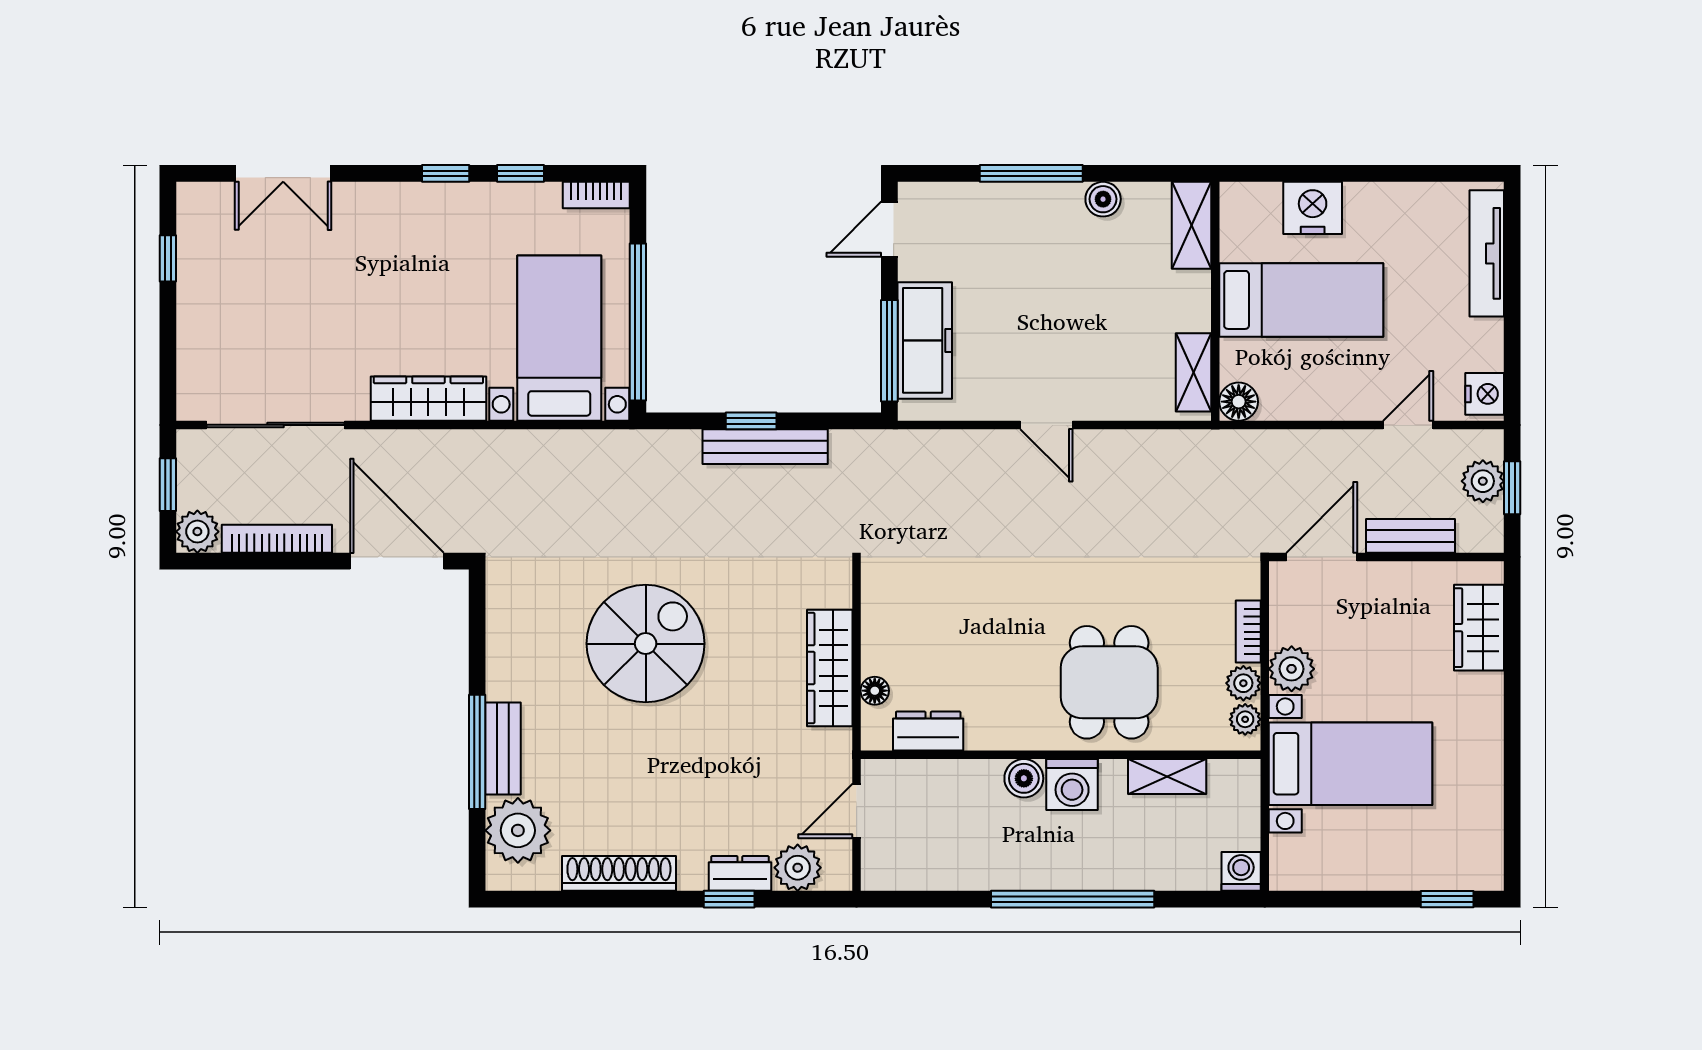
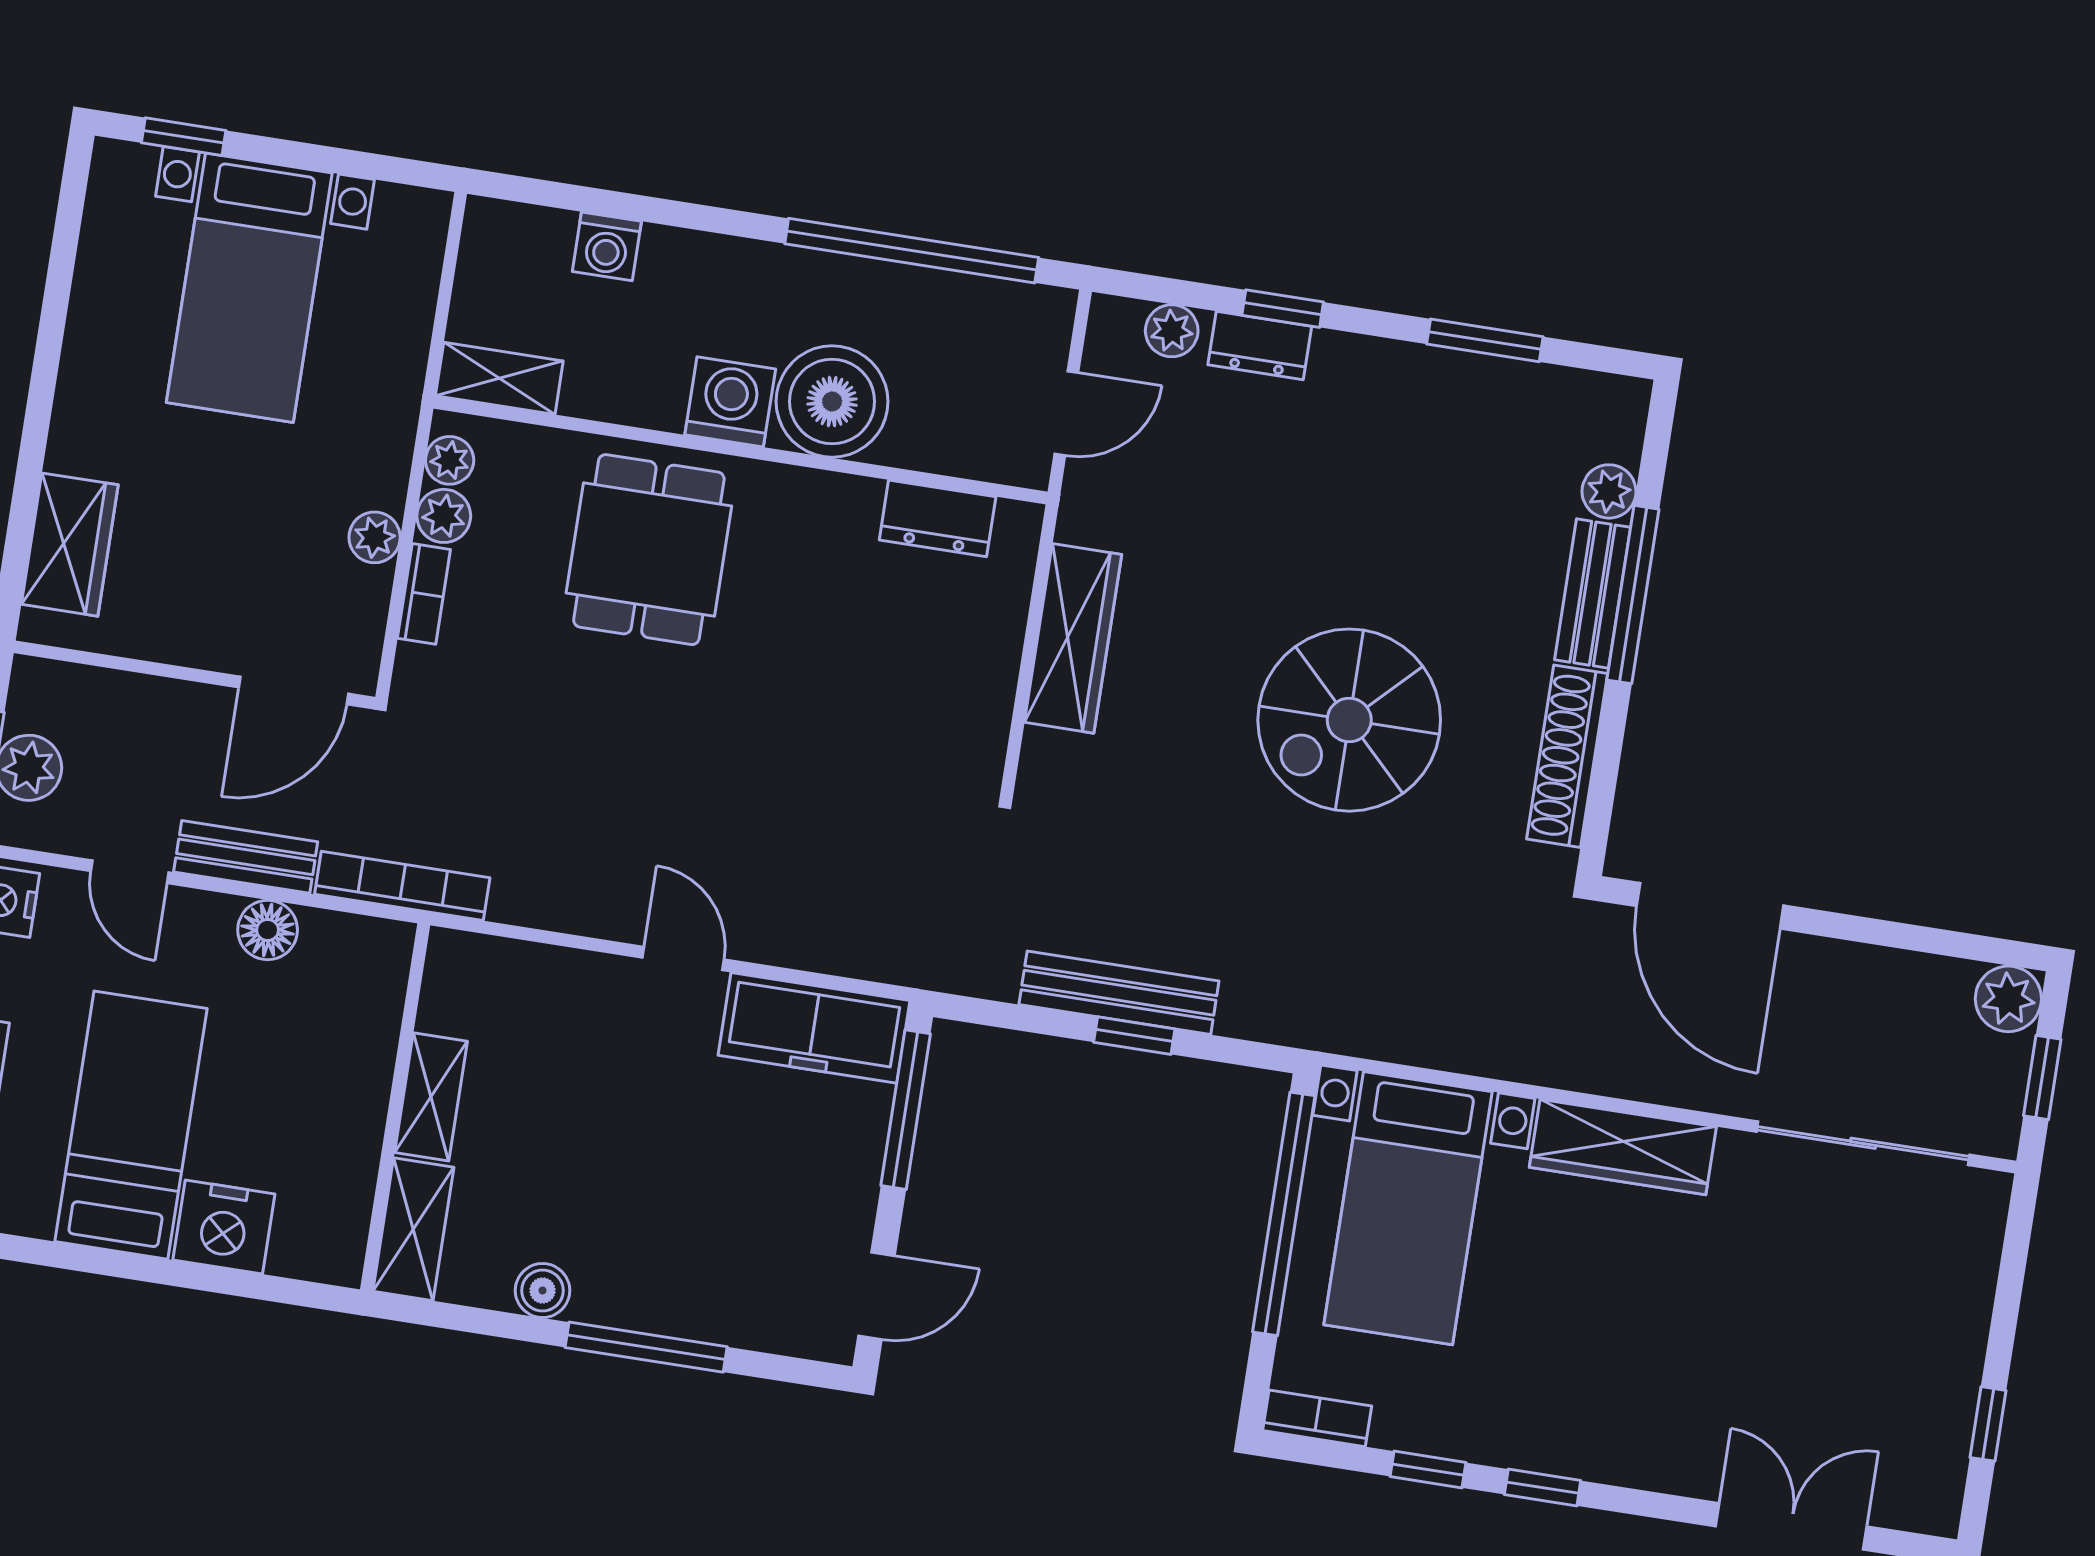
bed: (1301, 300) -> (131, 1125), moved, turned 90
freezer: (925, 340) -> (814, 1028), moved, turned -90
shelving: (1194, 372) -> (431, 1097), moved
floor lamp: (1239, 402) -> (268, 930), moved
door: (1408, 425) -> (130, 872), hinge flipped
bench: (1411, 536) -> (246, 857), moved
bookcase: (277, 539) -> (402, 886), moved, turned 180
plant: (1292, 669) -> (375, 537), width x0.73, depth x0.73
floor lamp: (875, 691) -> (1010, 593), removed
bed with nightstands: (1350, 764) -> (249, 288), moved, turned -90
shelving: (1167, 777) -> (499, 378), moved
boiler: (1024, 778) -> (832, 402), width x1.86, depth x1.86
plant: (518, 830) -> (1609, 491), width x0.53, depth x0.53
plant: (798, 868) -> (1172, 331), width x0.73, depth x0.73
washing machine: (1241, 871) -> (607, 246), moved
shoe rack: (619, 873) -> (1567, 756), moved, turned 90
window: (597, 899) -> (1485, 340), added
window: (1073, 899) -> (912, 251), moved

